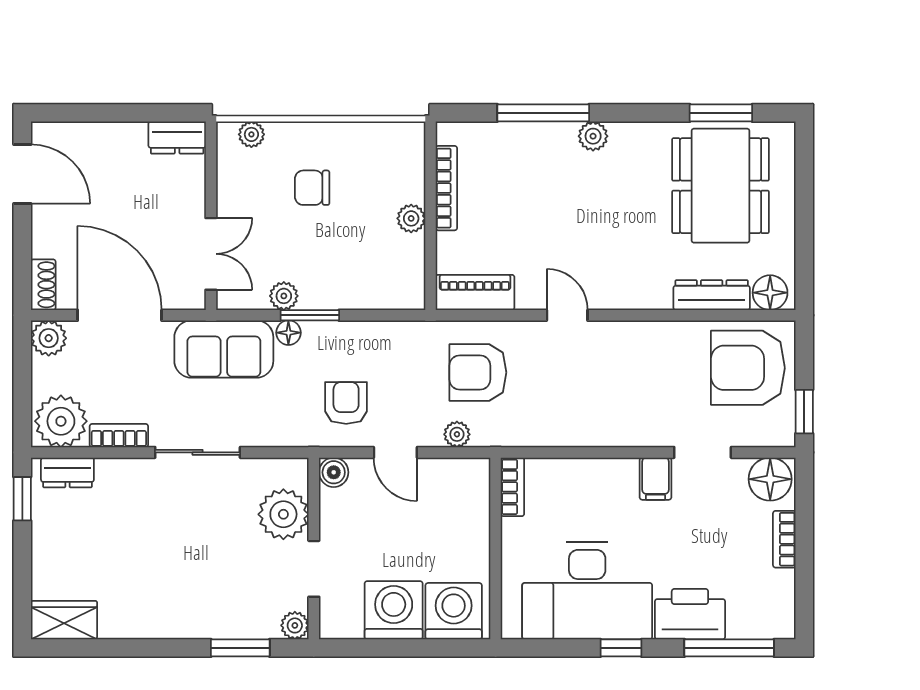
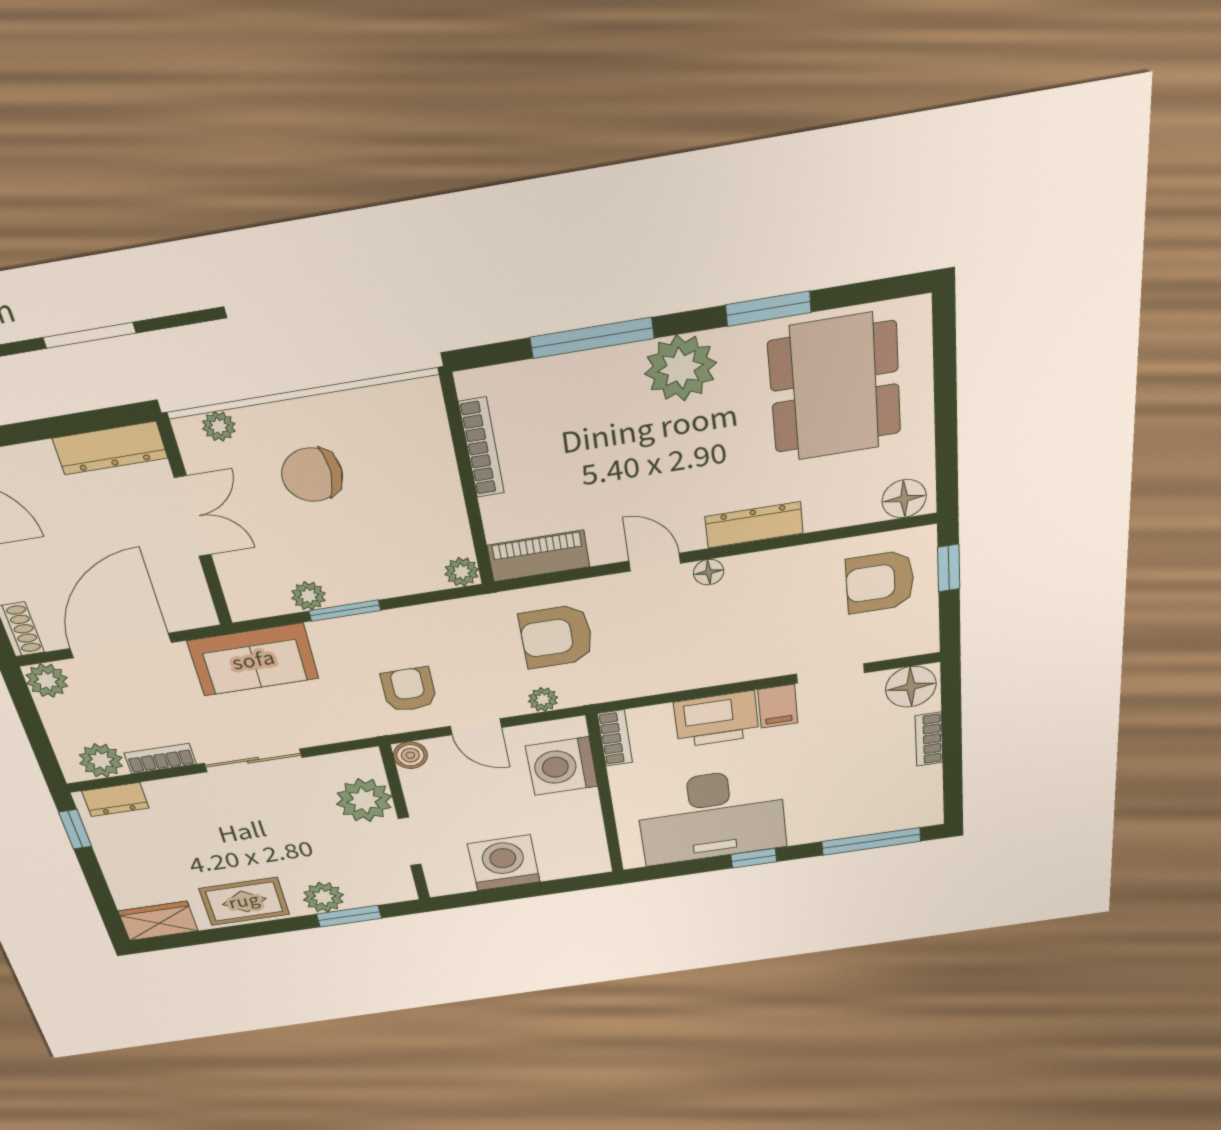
window: (721, 113) -> (768, 309), moved
plant: (593, 136) -> (681, 368), width x1.88, depth x1.88
dresser: (177, 138) -> (110, 448), width x1.44
chair: (312, 188) -> (312, 475), width x1.37, depth x1.37
plant: (411, 218) -> (462, 572), moved
double door: (211, 254) -> (193, 516), moved
dresser: (712, 295) -> (754, 525), moved
door: (120, 315) -> (121, 646), hinge flipped
floor lamp: (288, 333) -> (709, 572), moved
armchair: (748, 368) -> (880, 582), width x0.73, depth x0.73
window: (804, 412) -> (949, 568), moved
plant: (61, 421) -> (101, 761), width x0.73, depth x0.73
washing machine: (454, 611) -> (562, 766), moved, turned -90
rug: (149, 612) -> (244, 901), added
printer: (690, 614) -> (716, 719), moved, turned 180
plant: (295, 625) -> (323, 897), moved, width x1.38, depth x1.38

